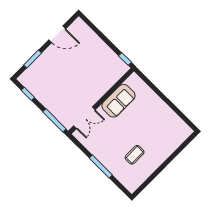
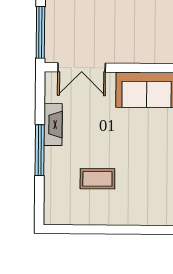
fireplace: (96, 151) -> (53, 125), added

